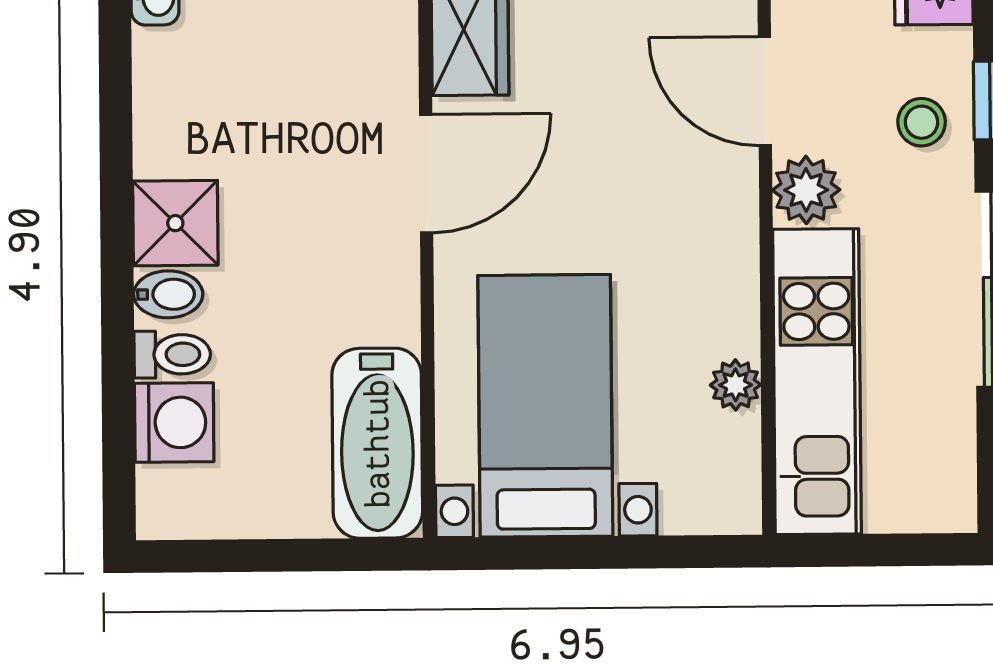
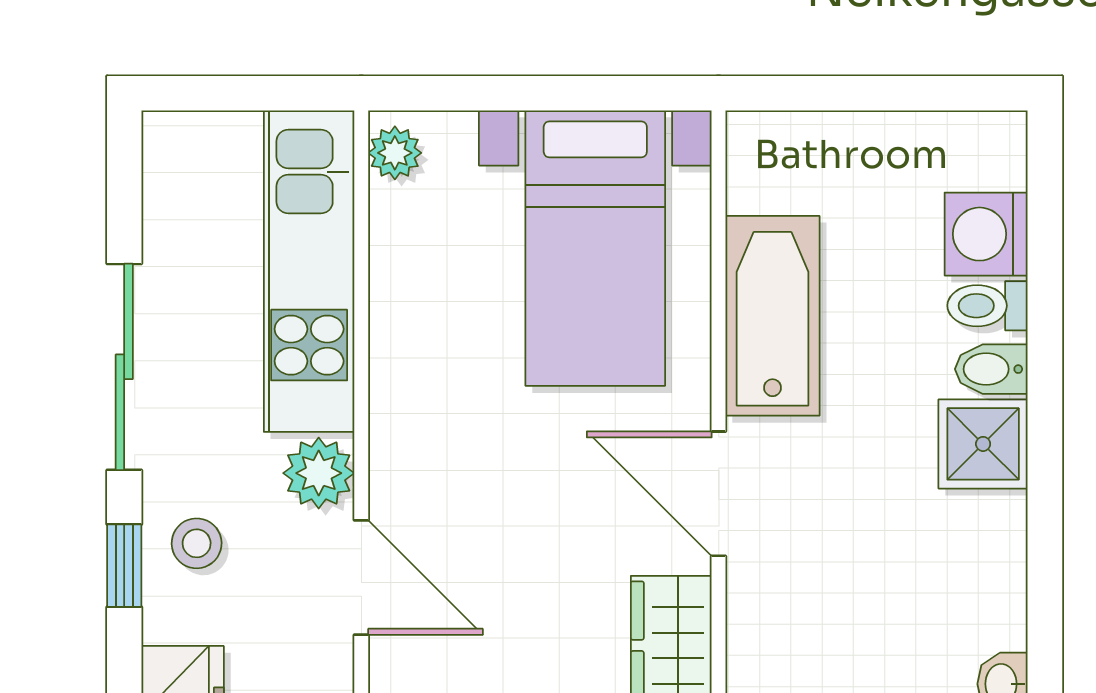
door: (426, 174) -> (719, 494), hinge flipped
plant: (736, 385) -> (395, 153), moved
bathtub: (377, 443) -> (773, 316), moved

